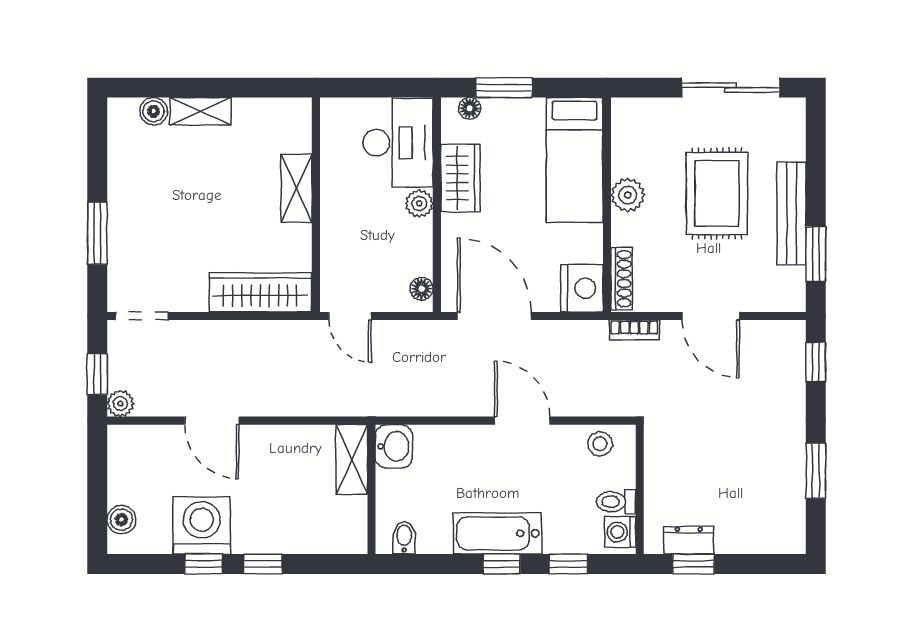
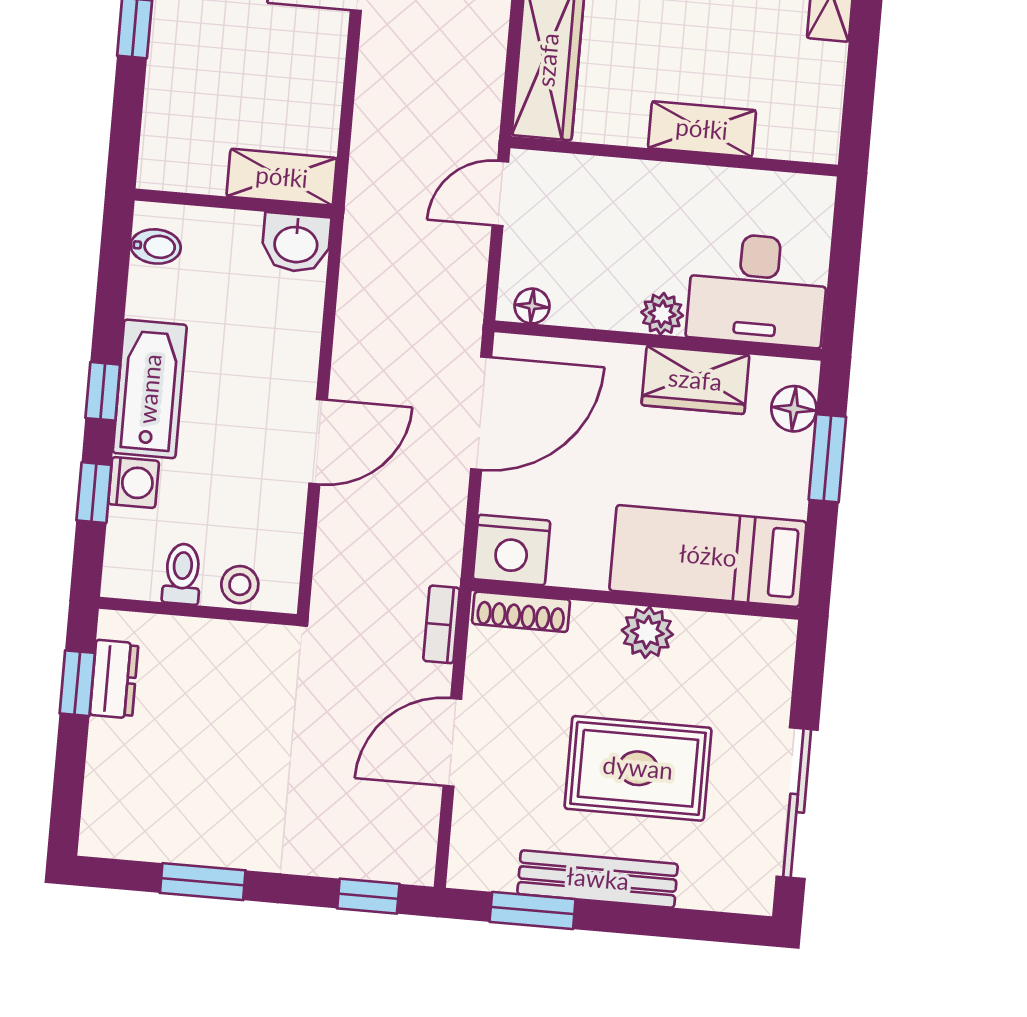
floor lamp: (470, 108) -> (794, 409), width x1.37, depth x1.37
stool: (600, 444) -> (240, 585), moved
washing machine: (620, 532) -> (134, 483), moved, turned 90

